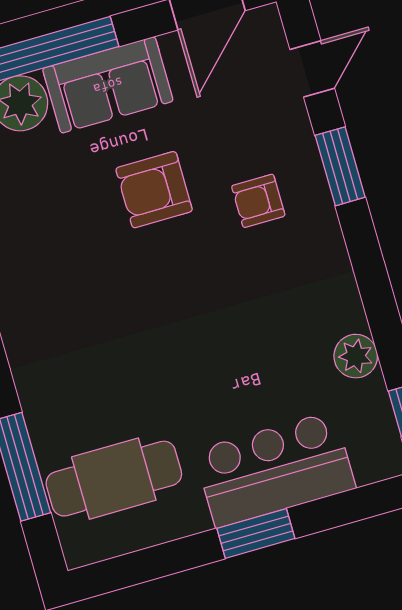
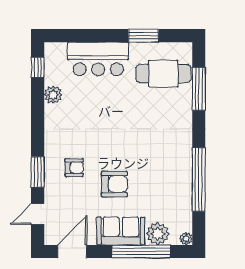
window: (256, 533) -> (143, 36), moved

